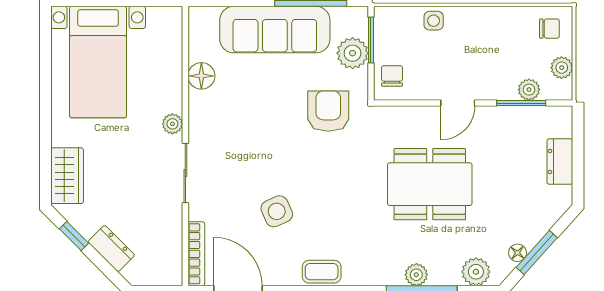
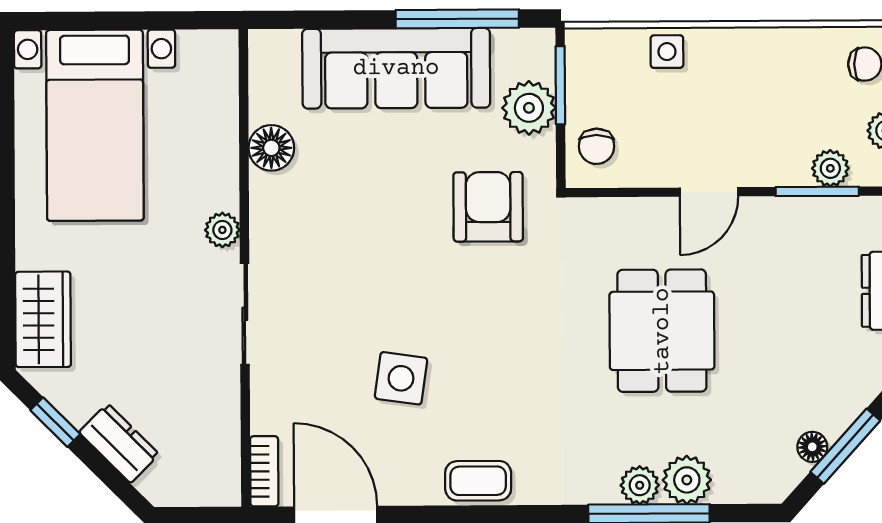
chair: (392, 76) -> (596, 146), turned 180
dining table: (430, 184) -> (662, 331), width x0.73
side table: (277, 211) -> (401, 378), turned 32
bookcase: (196, 254) -> (264, 471), width x0.64
plant: (476, 272) -> (687, 480), moved

